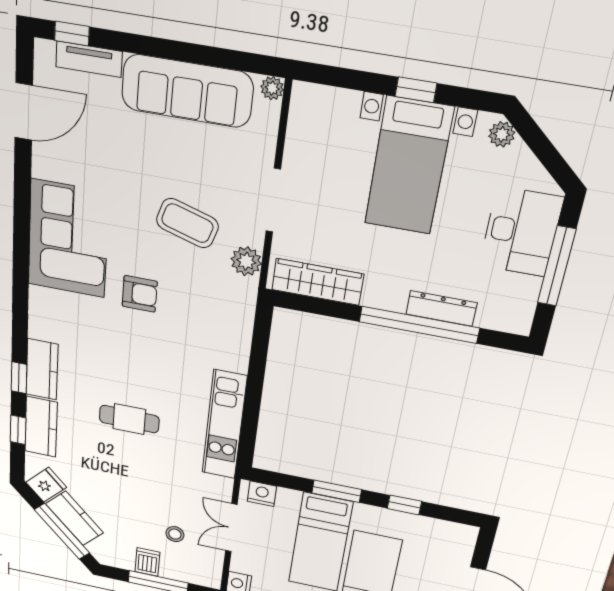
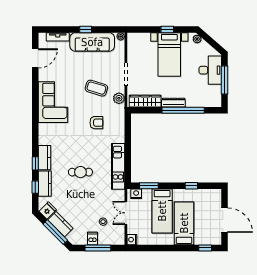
window: (72, 33) -> (86, 29), moved
armchair: (140, 294) -> (96, 123), moved
dresser: (441, 308) -> (173, 103), moved
window: (337, 491) -> (149, 186), moved

